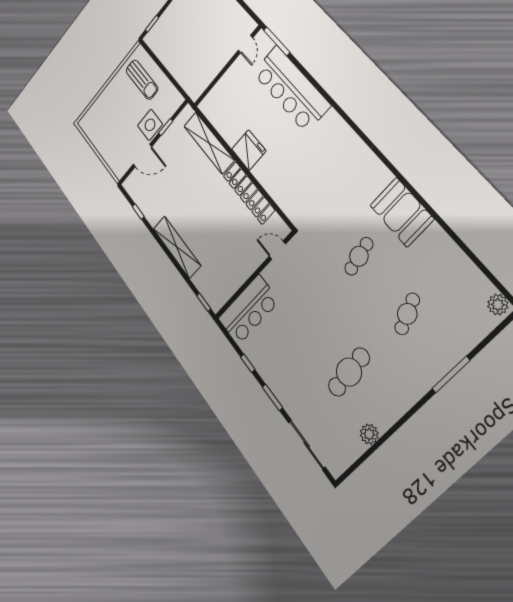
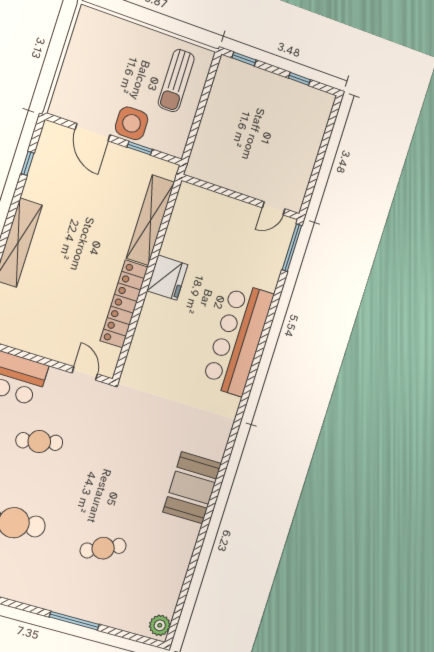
bar counter: (291, 89) -> (238, 339), moved
cafe table: (359, 256) -> (39, 442), moved

